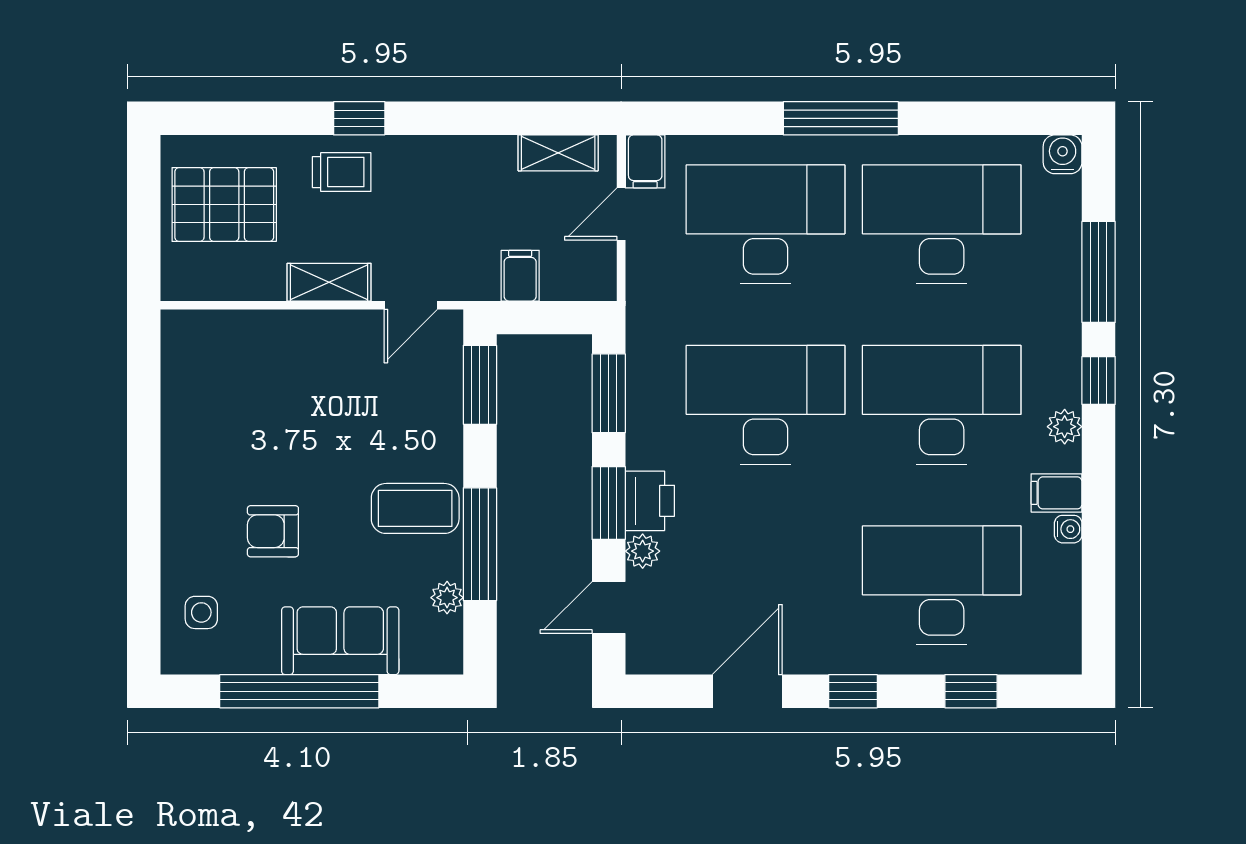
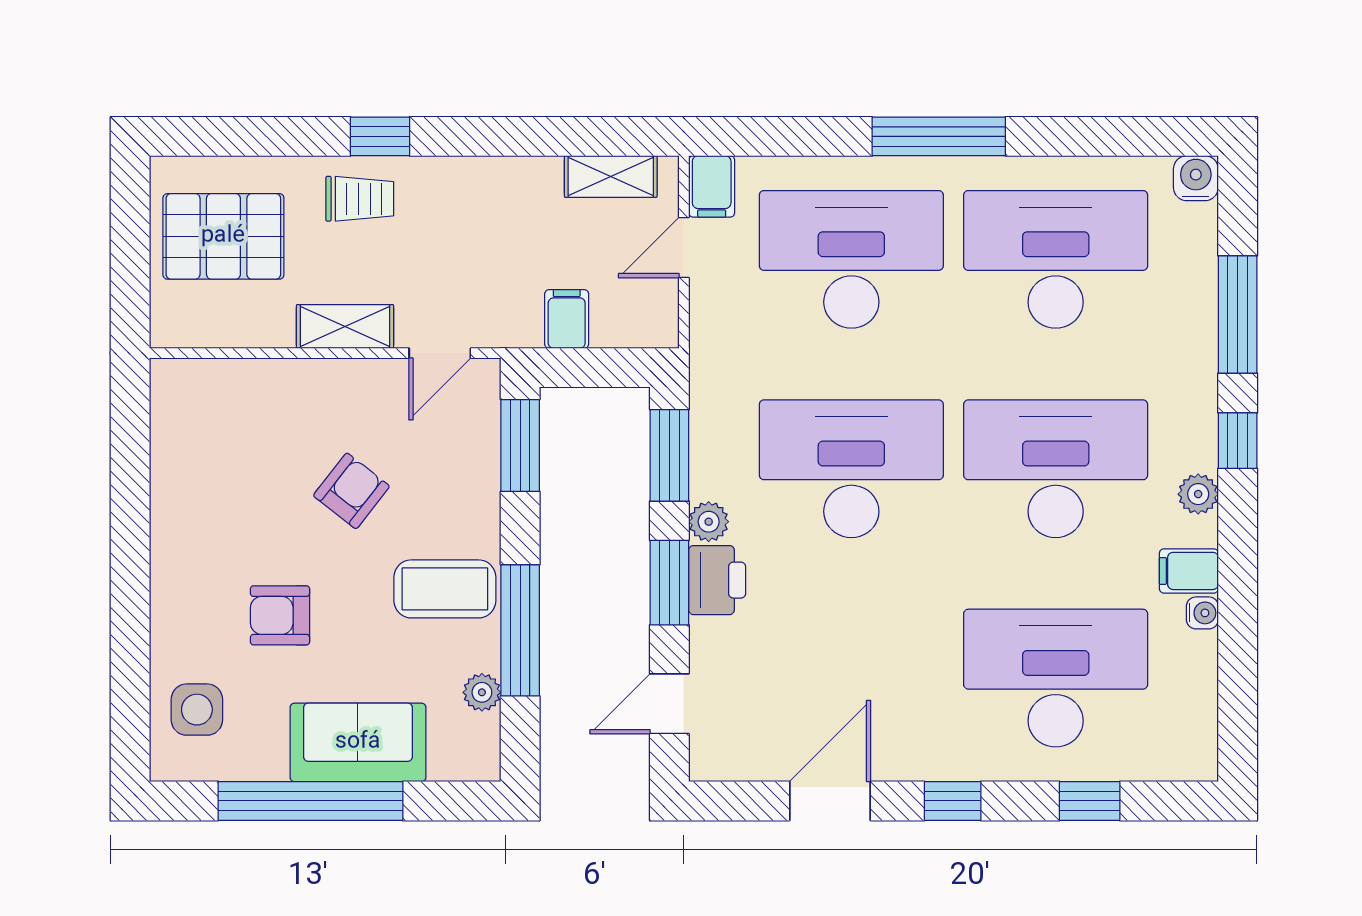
armchair: (335, 424) -> (351, 491), added
plant: (643, 551) -> (709, 522), moved
side table: (201, 612) -> (197, 710), width x1.37, depth x1.37

